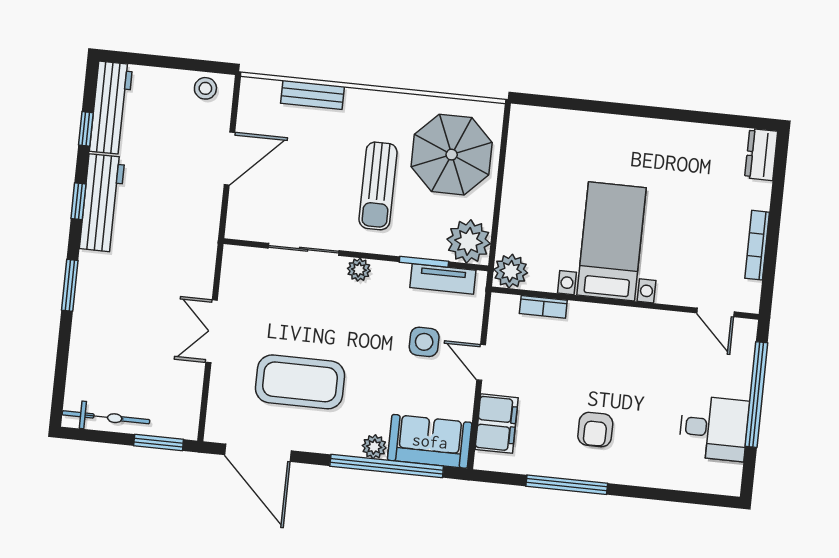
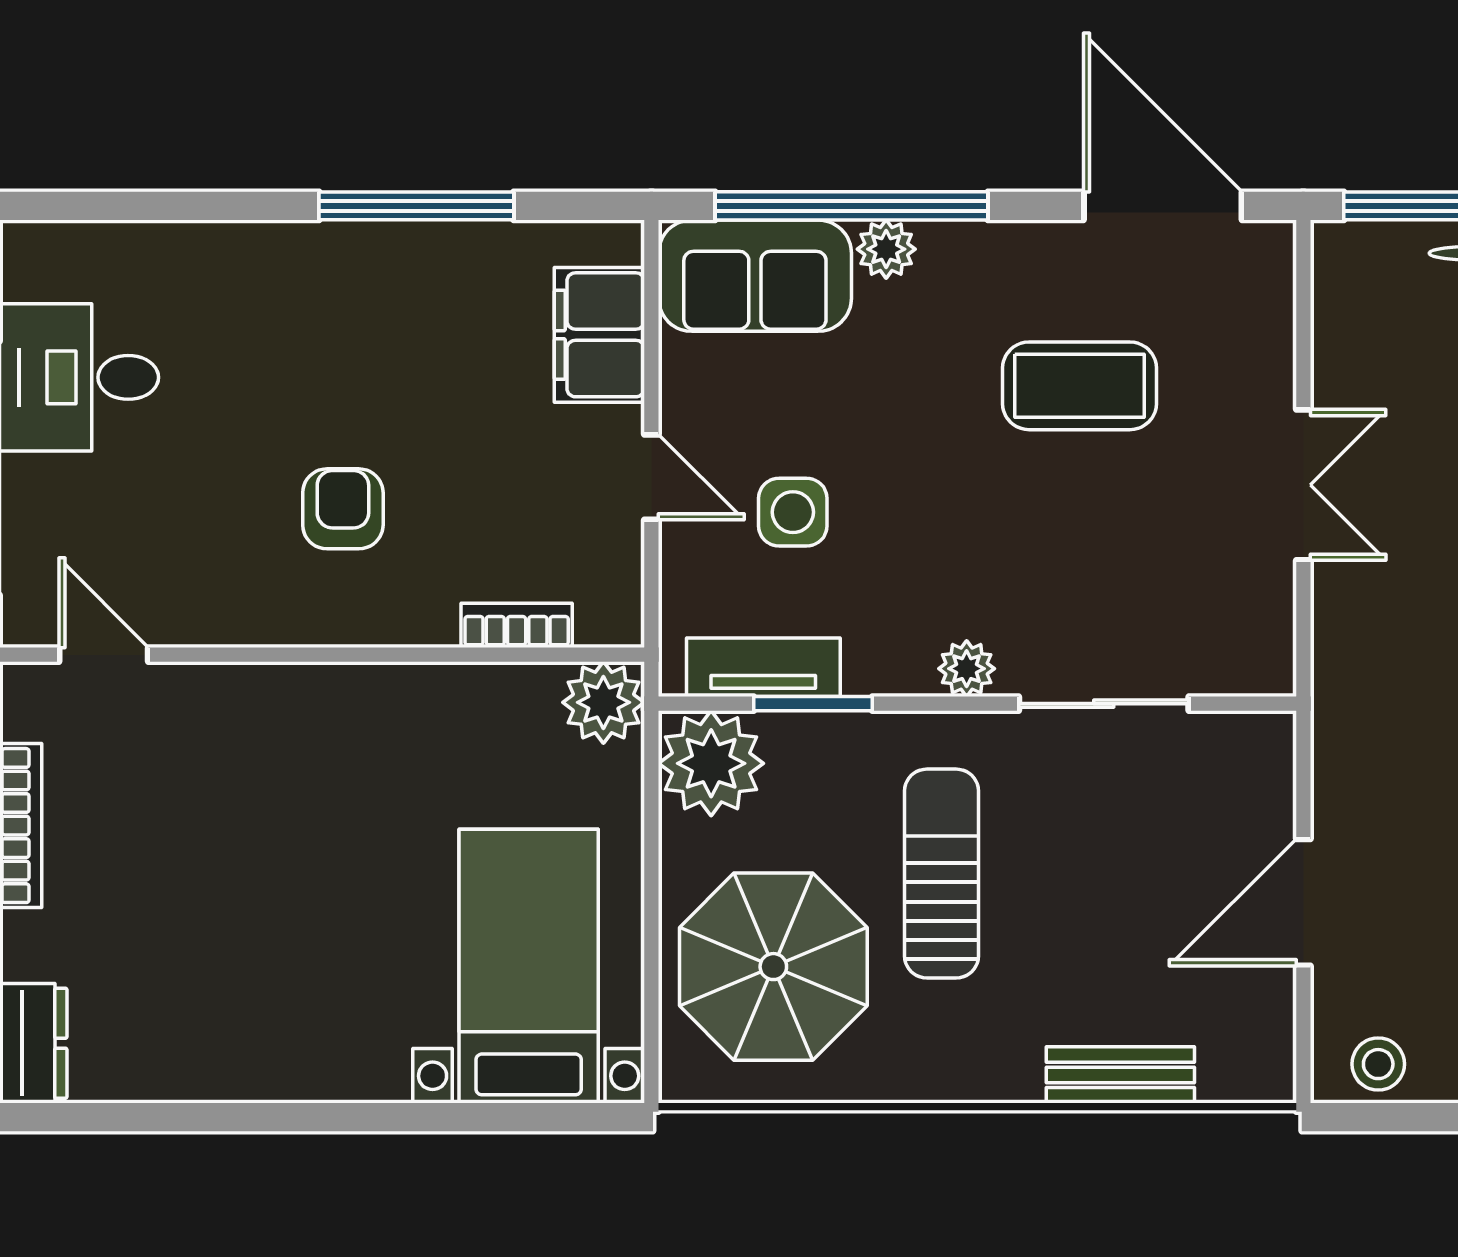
bed with nightstands: (611, 241) -> (529, 966), moved, turned 180
coffee table: (300, 382) -> (1079, 386), width x0.73, depth x0.76
armchair: (595, 430) -> (343, 509), moved

